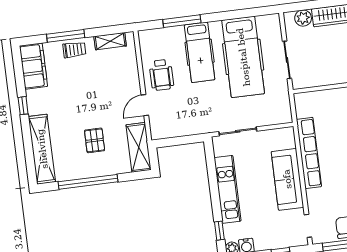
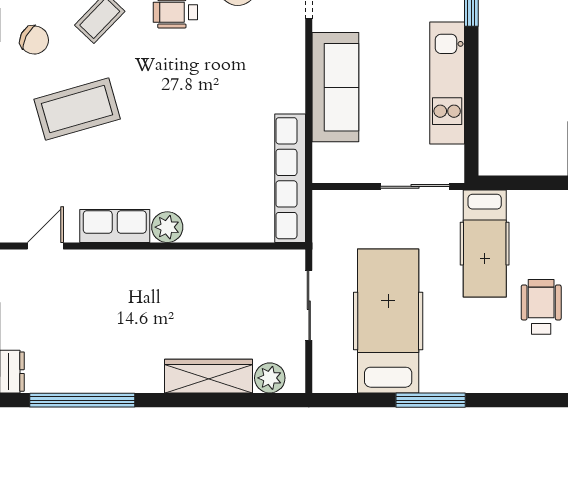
window: (182, 21) -> (431, 400), moved
hospital bed: (200, 52) -> (485, 244), moved, turned 180
row of seats: (309, 153) -> (290, 178), moved

